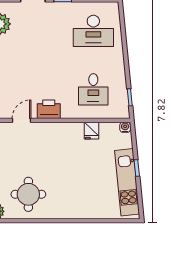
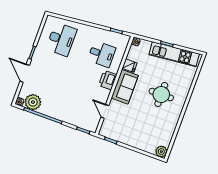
printer: (49, 109) -> (108, 80), moved
sofa: (62, 134) -> (125, 87), added
round table: (28, 194) -> (161, 94), moved

